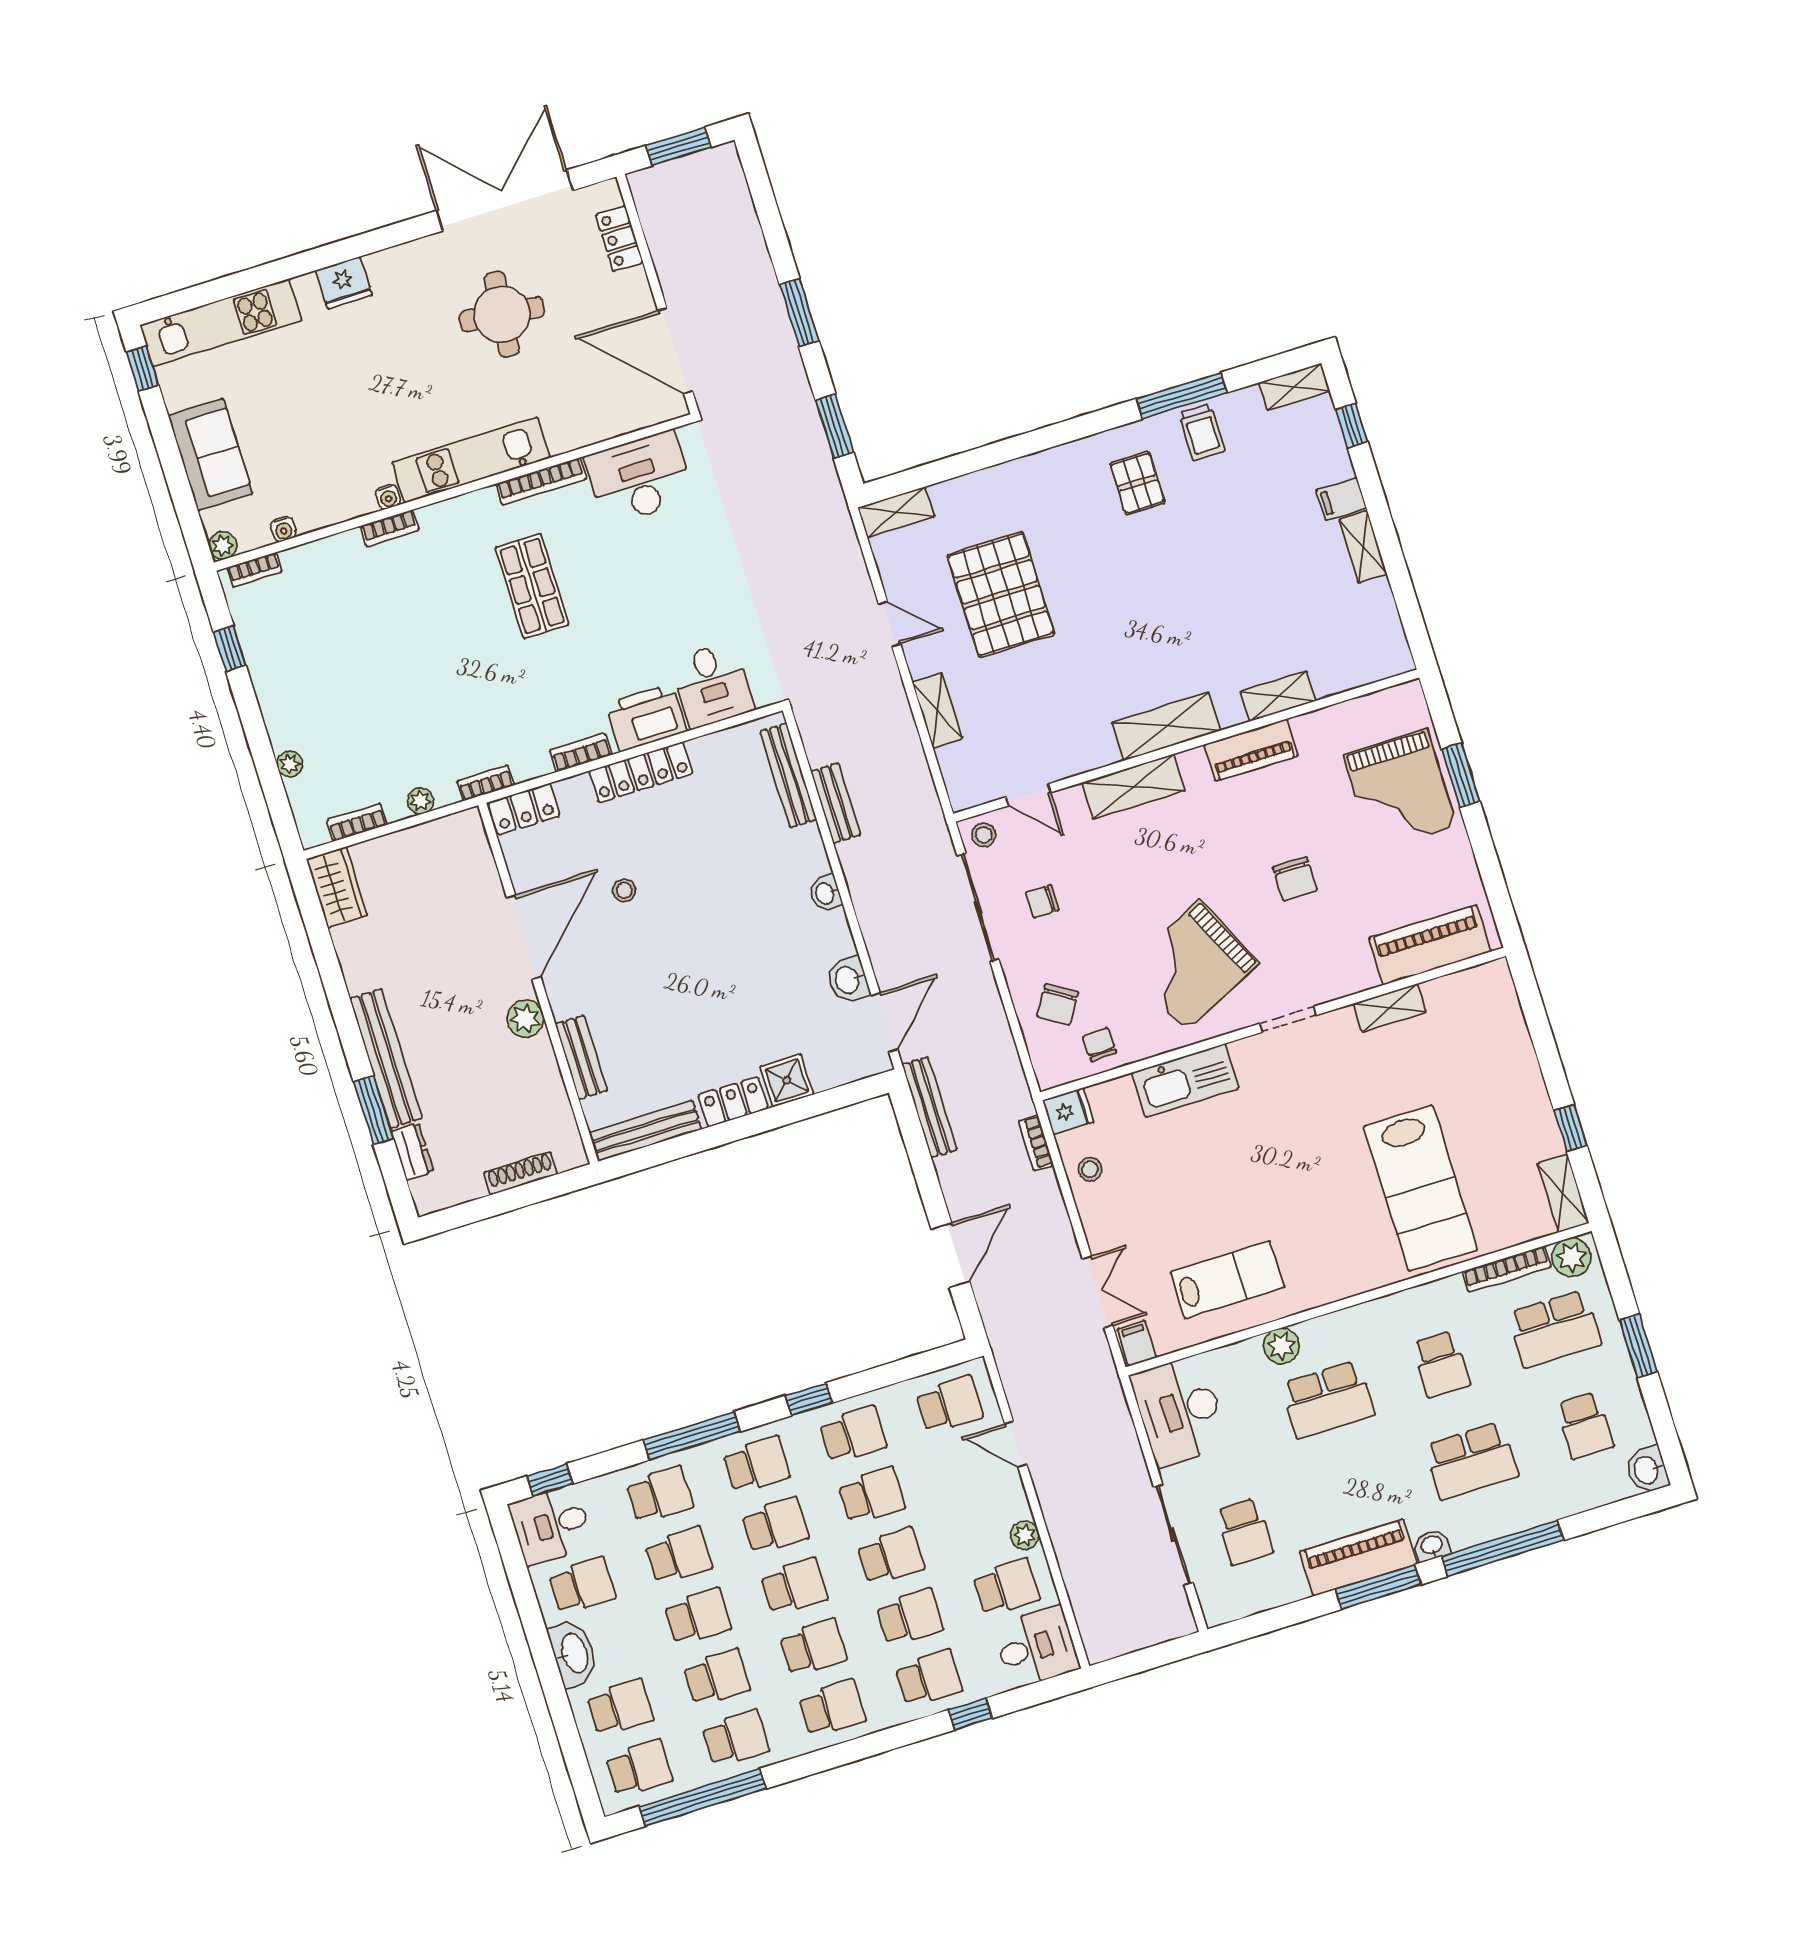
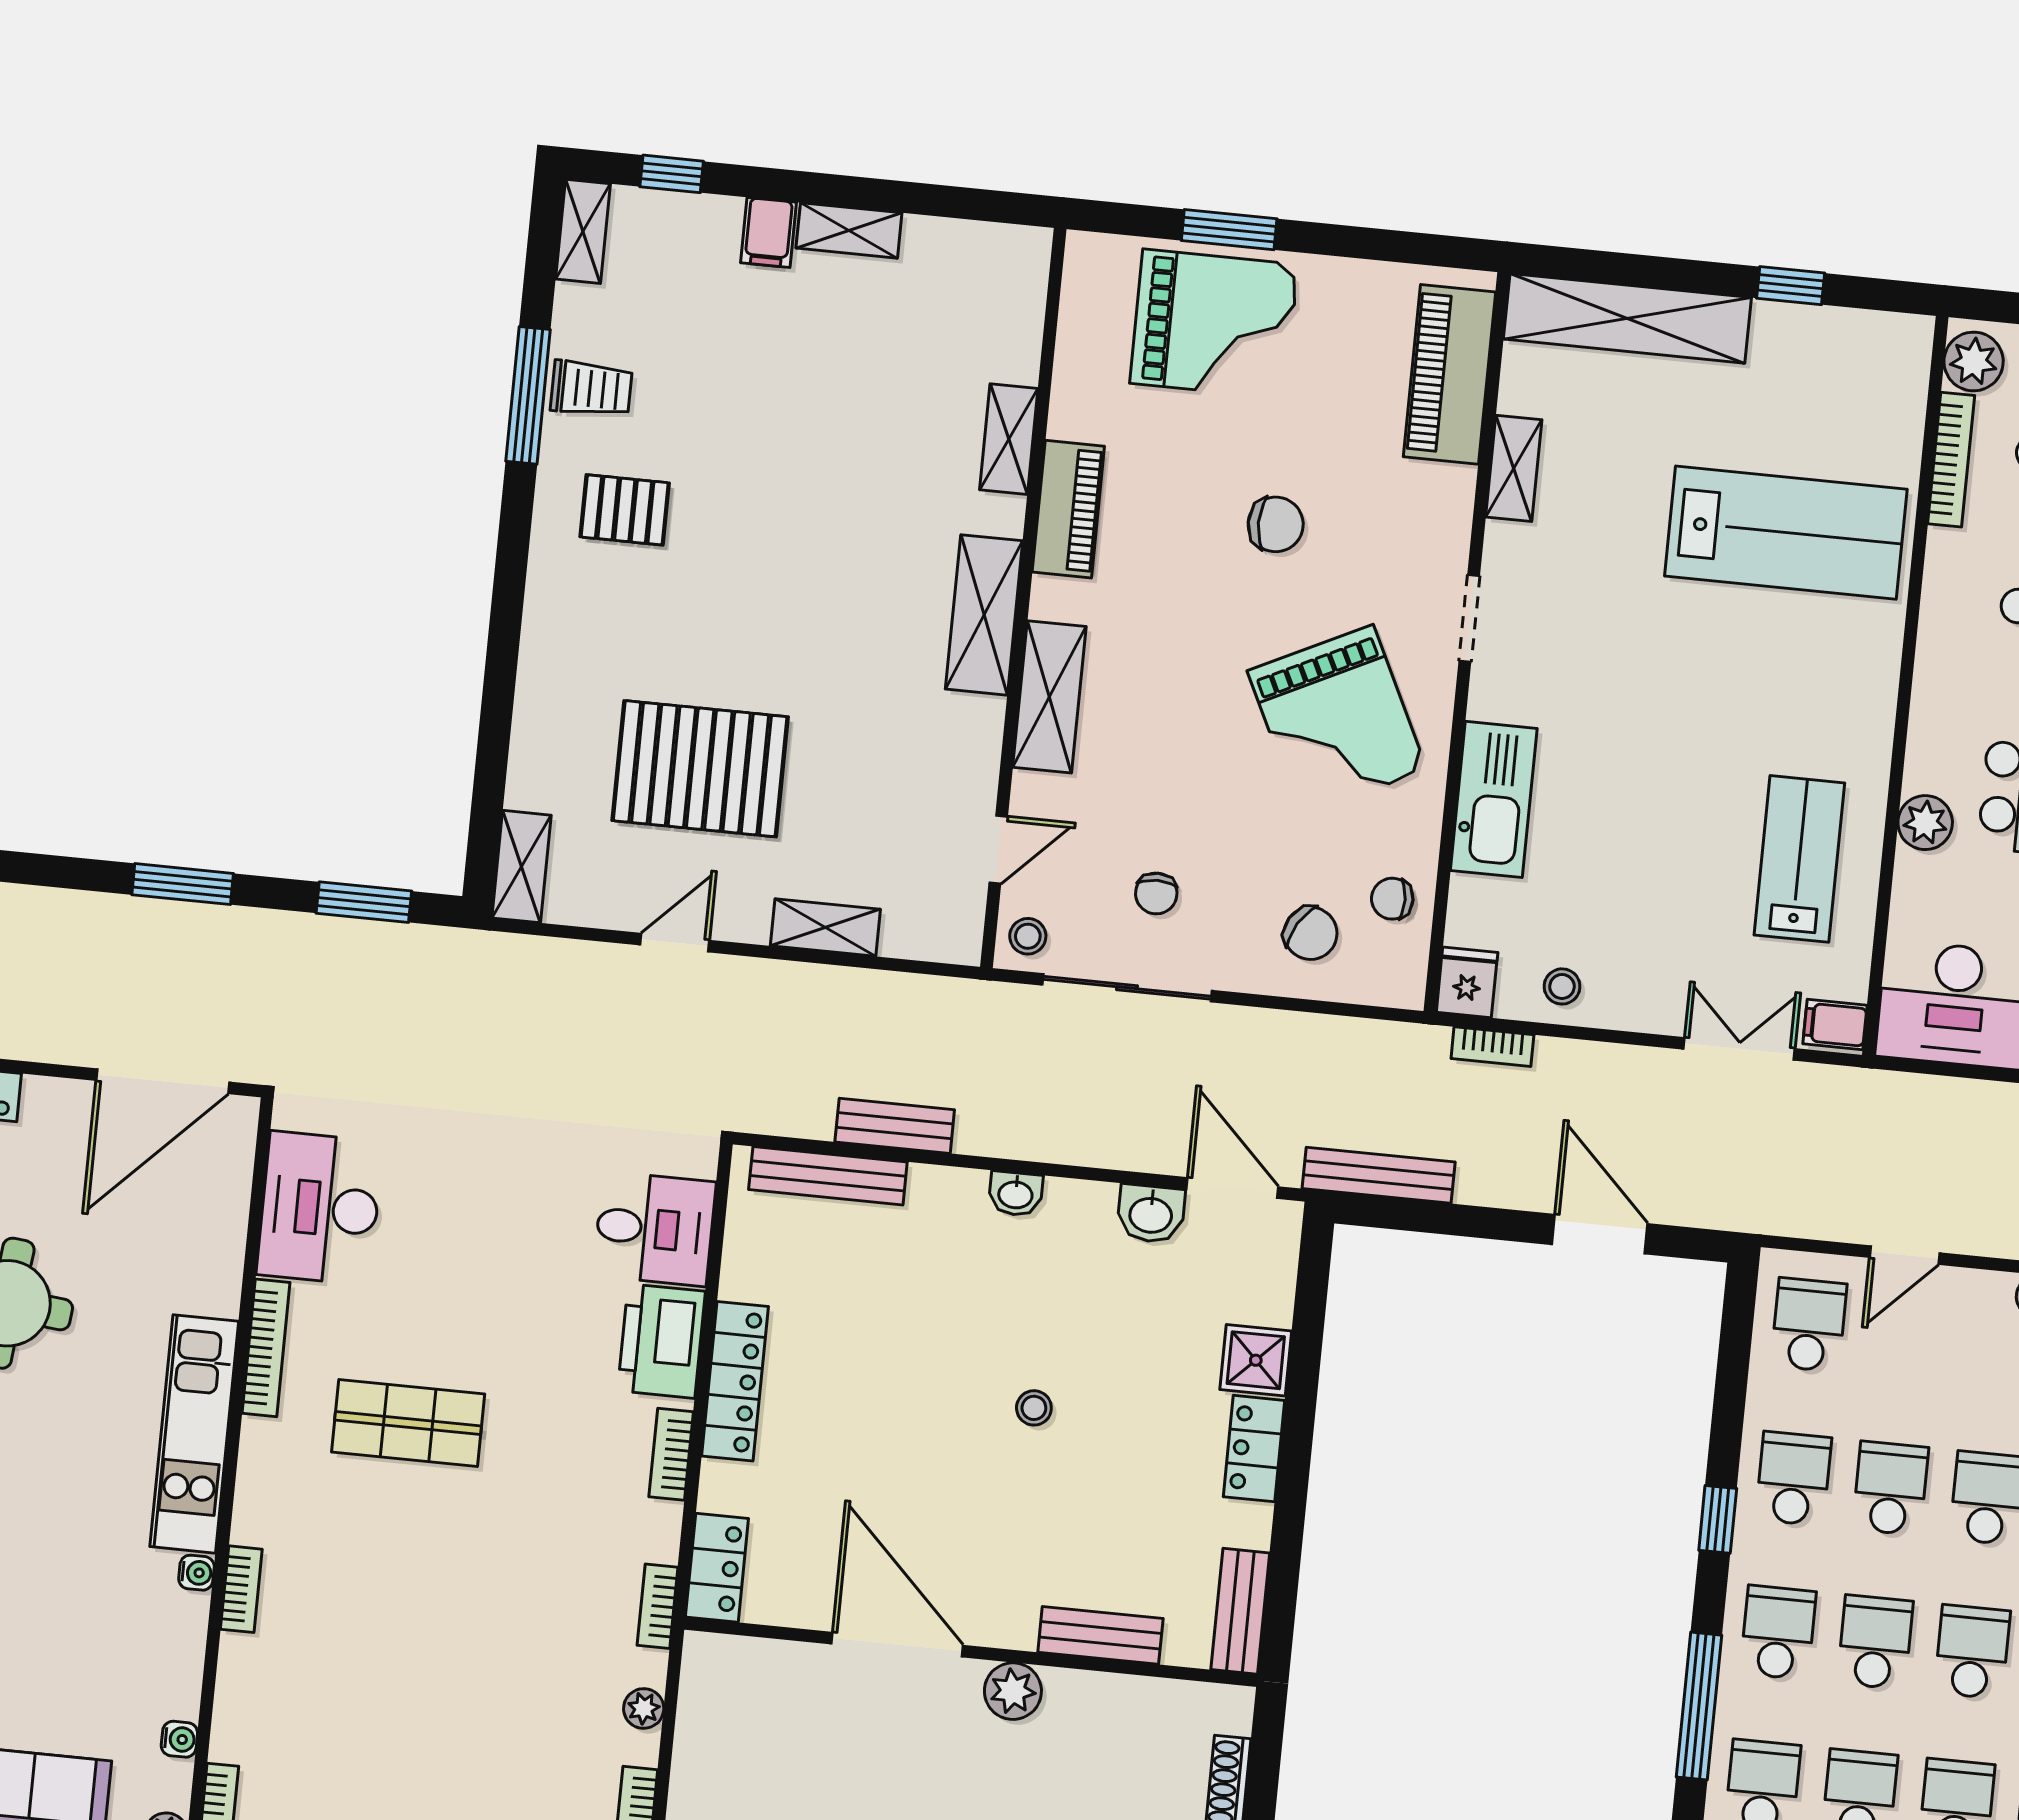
stool: (624, 890) -> (1034, 1408), moved
bench: (645, 1131) -> (1240, 1611), width x0.73
shelving: (1563, 1193) -> (1627, 318), moved, width x2.20, depth x1.33

